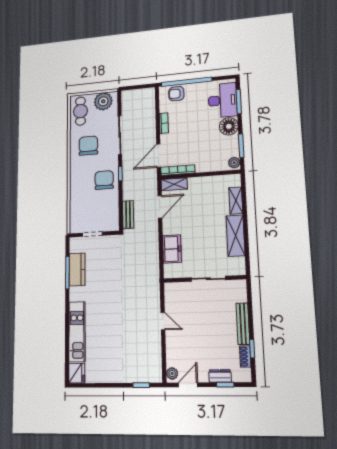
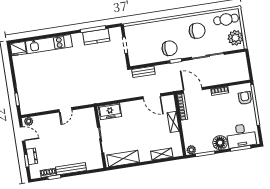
shelving: (174, 184) -> (173, 122), moved
shelving: (236, 236) -> (123, 159), moved
freezer: (172, 249) -> (110, 111), moved

